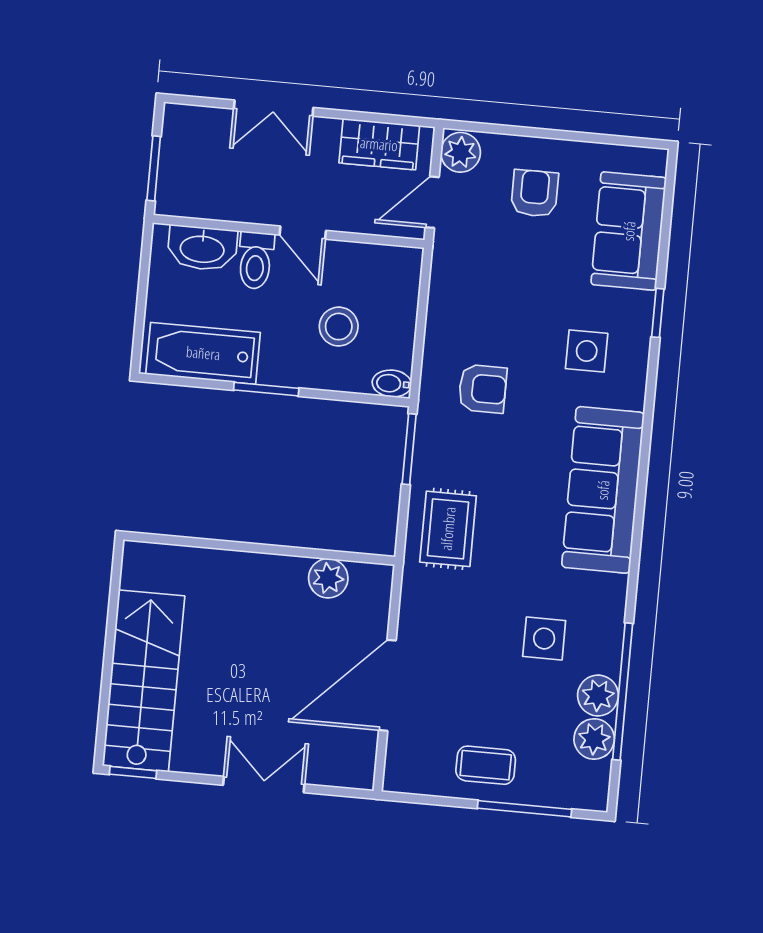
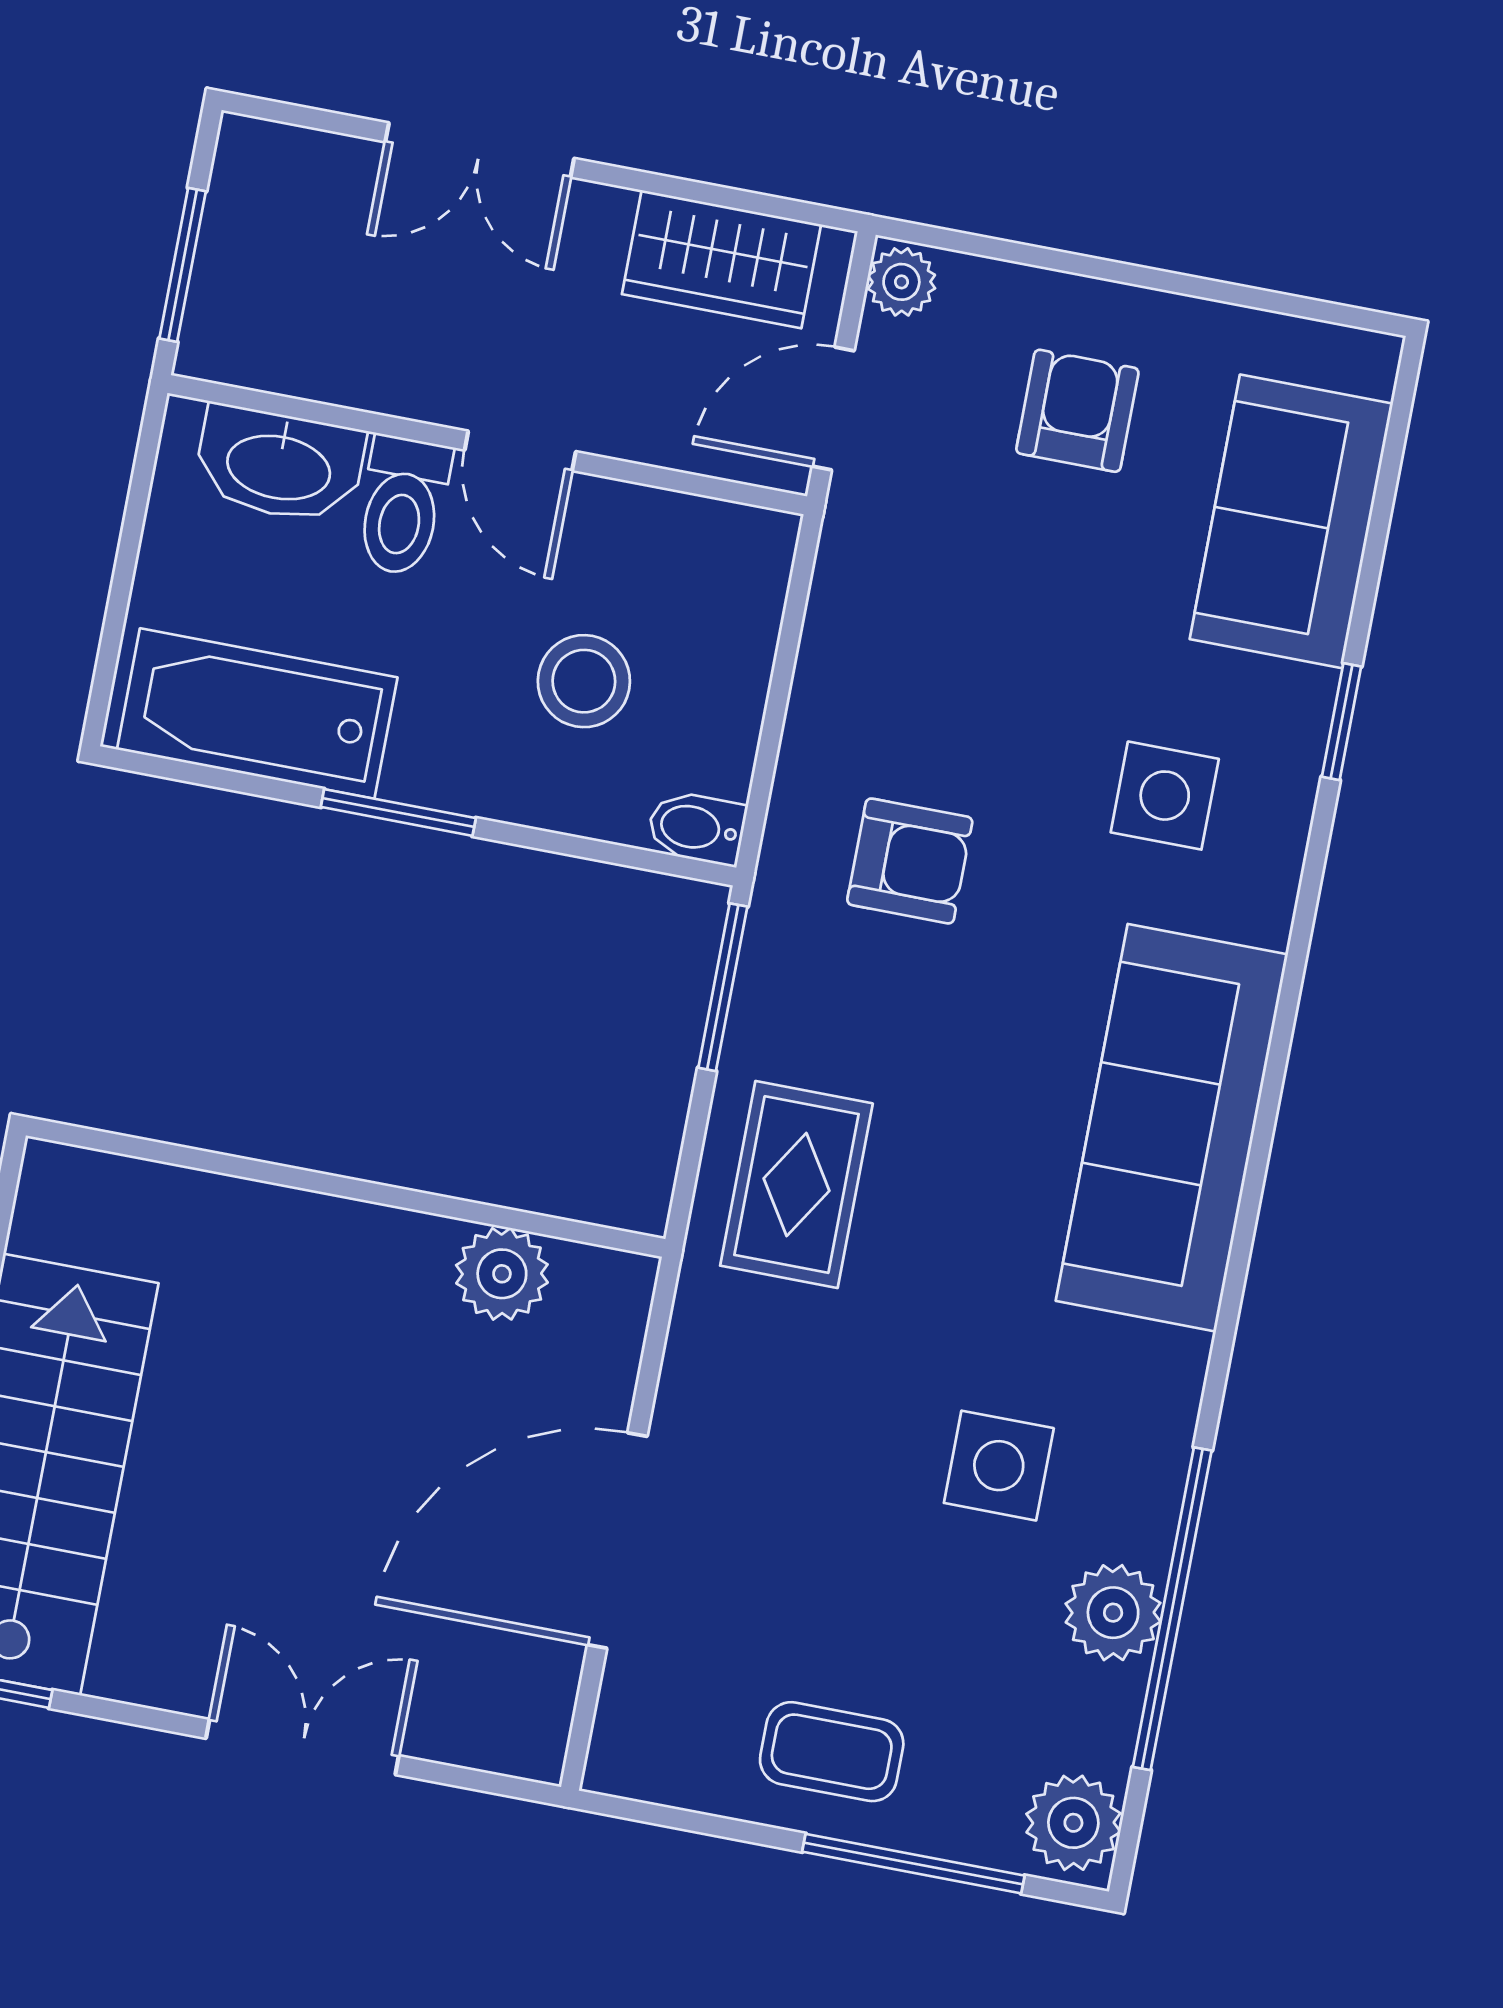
plant: (461, 152) -> (901, 282), width x0.73, depth x0.73
plant: (594, 739) -> (1073, 1823), moved

